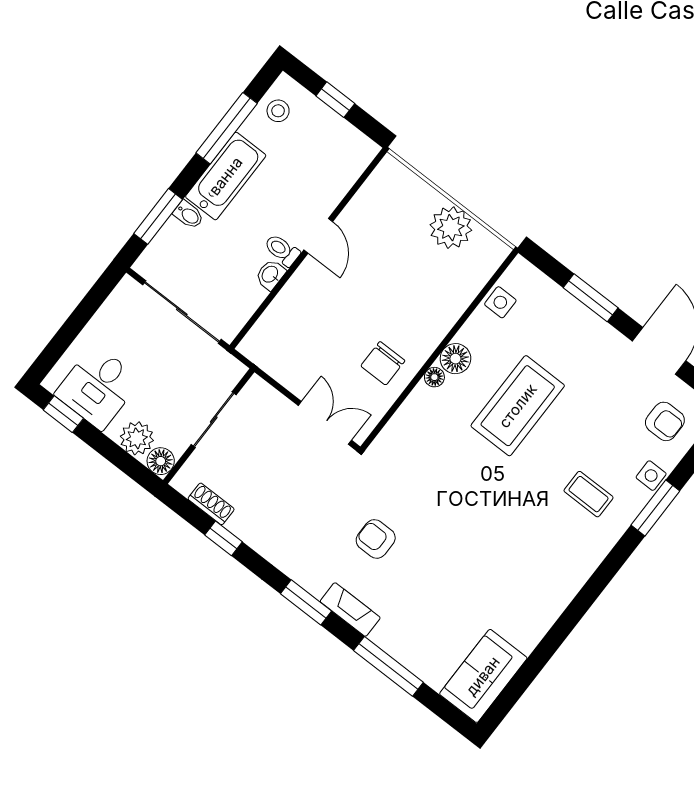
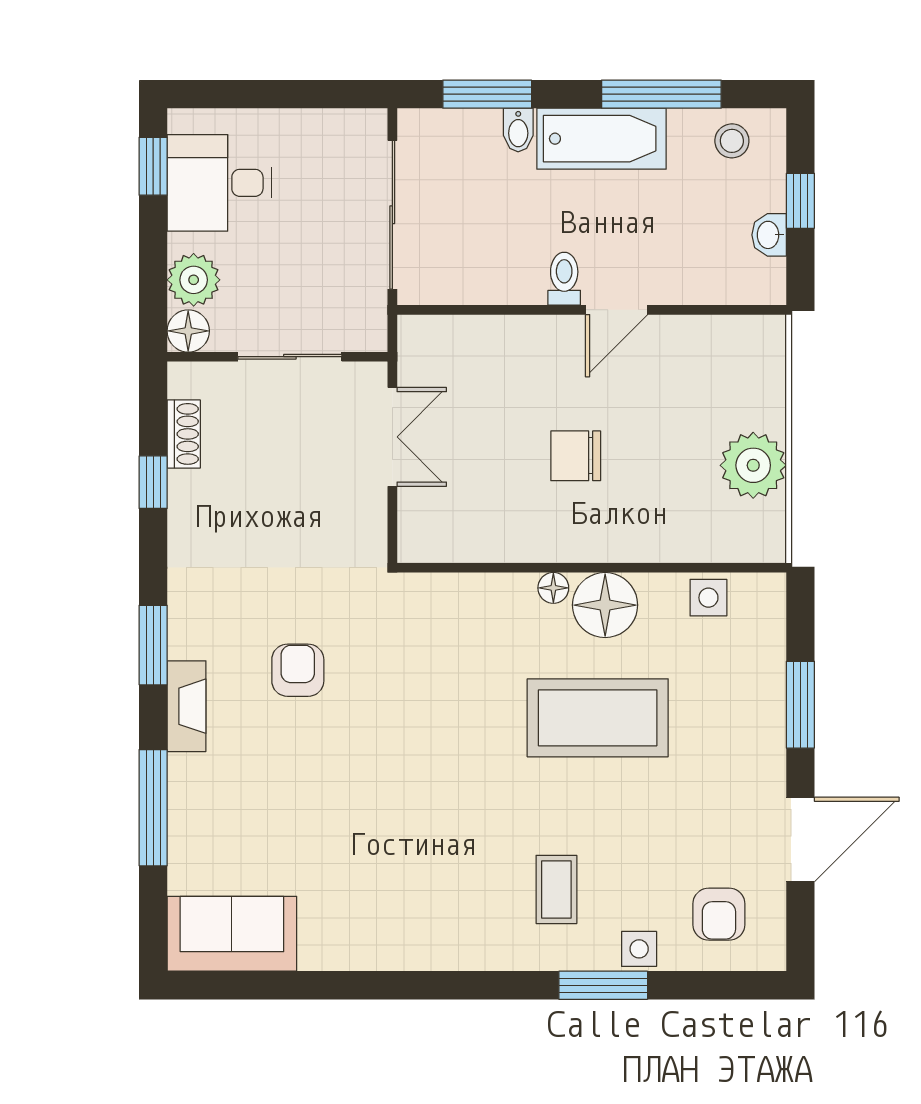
washbasin: (270, 275) -> (769, 235), moved, turned -90
floor lamp: (455, 359) -> (605, 605), width x1.38, depth x1.38
chair: (383, 363) -> (576, 456), moved
double door: (325, 423) -> (392, 437), moved

